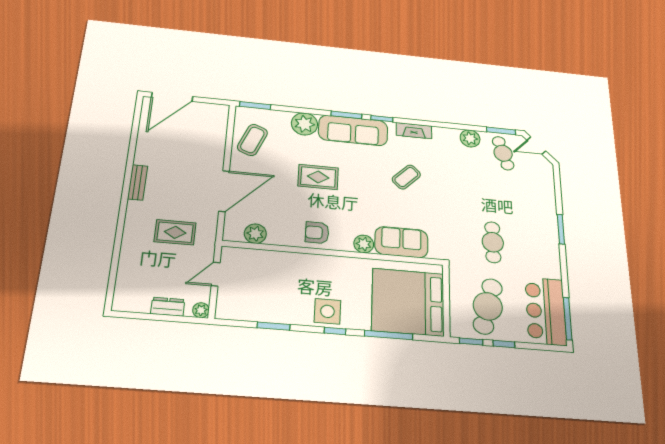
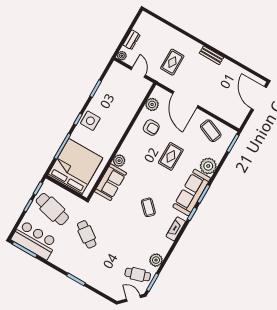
door: (536, 146) -> (133, 298), hinge flipped
armchair: (317, 233) -> (151, 128), moved, turned 90
cafe table: (493, 242) -> (87, 234), turned 36

